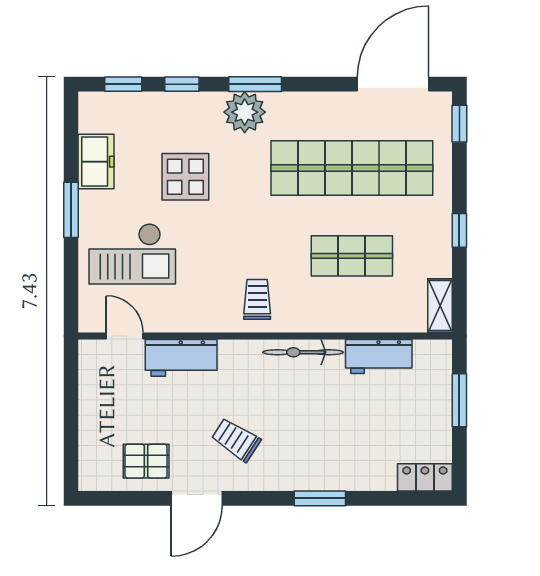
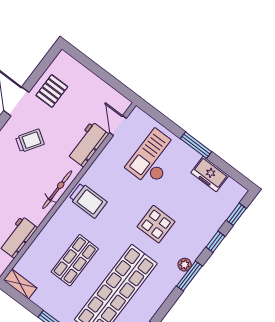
plant: (245, 112) -> (185, 265), width x0.53, depth x0.53
display table: (185, 177) -> (156, 224), moved
trolley: (257, 299) -> (88, 200), width x1.36, depth x1.39
door: (125, 336) -> (118, 126), swing flipped
bicycle: (303, 352) -> (57, 190), moved

